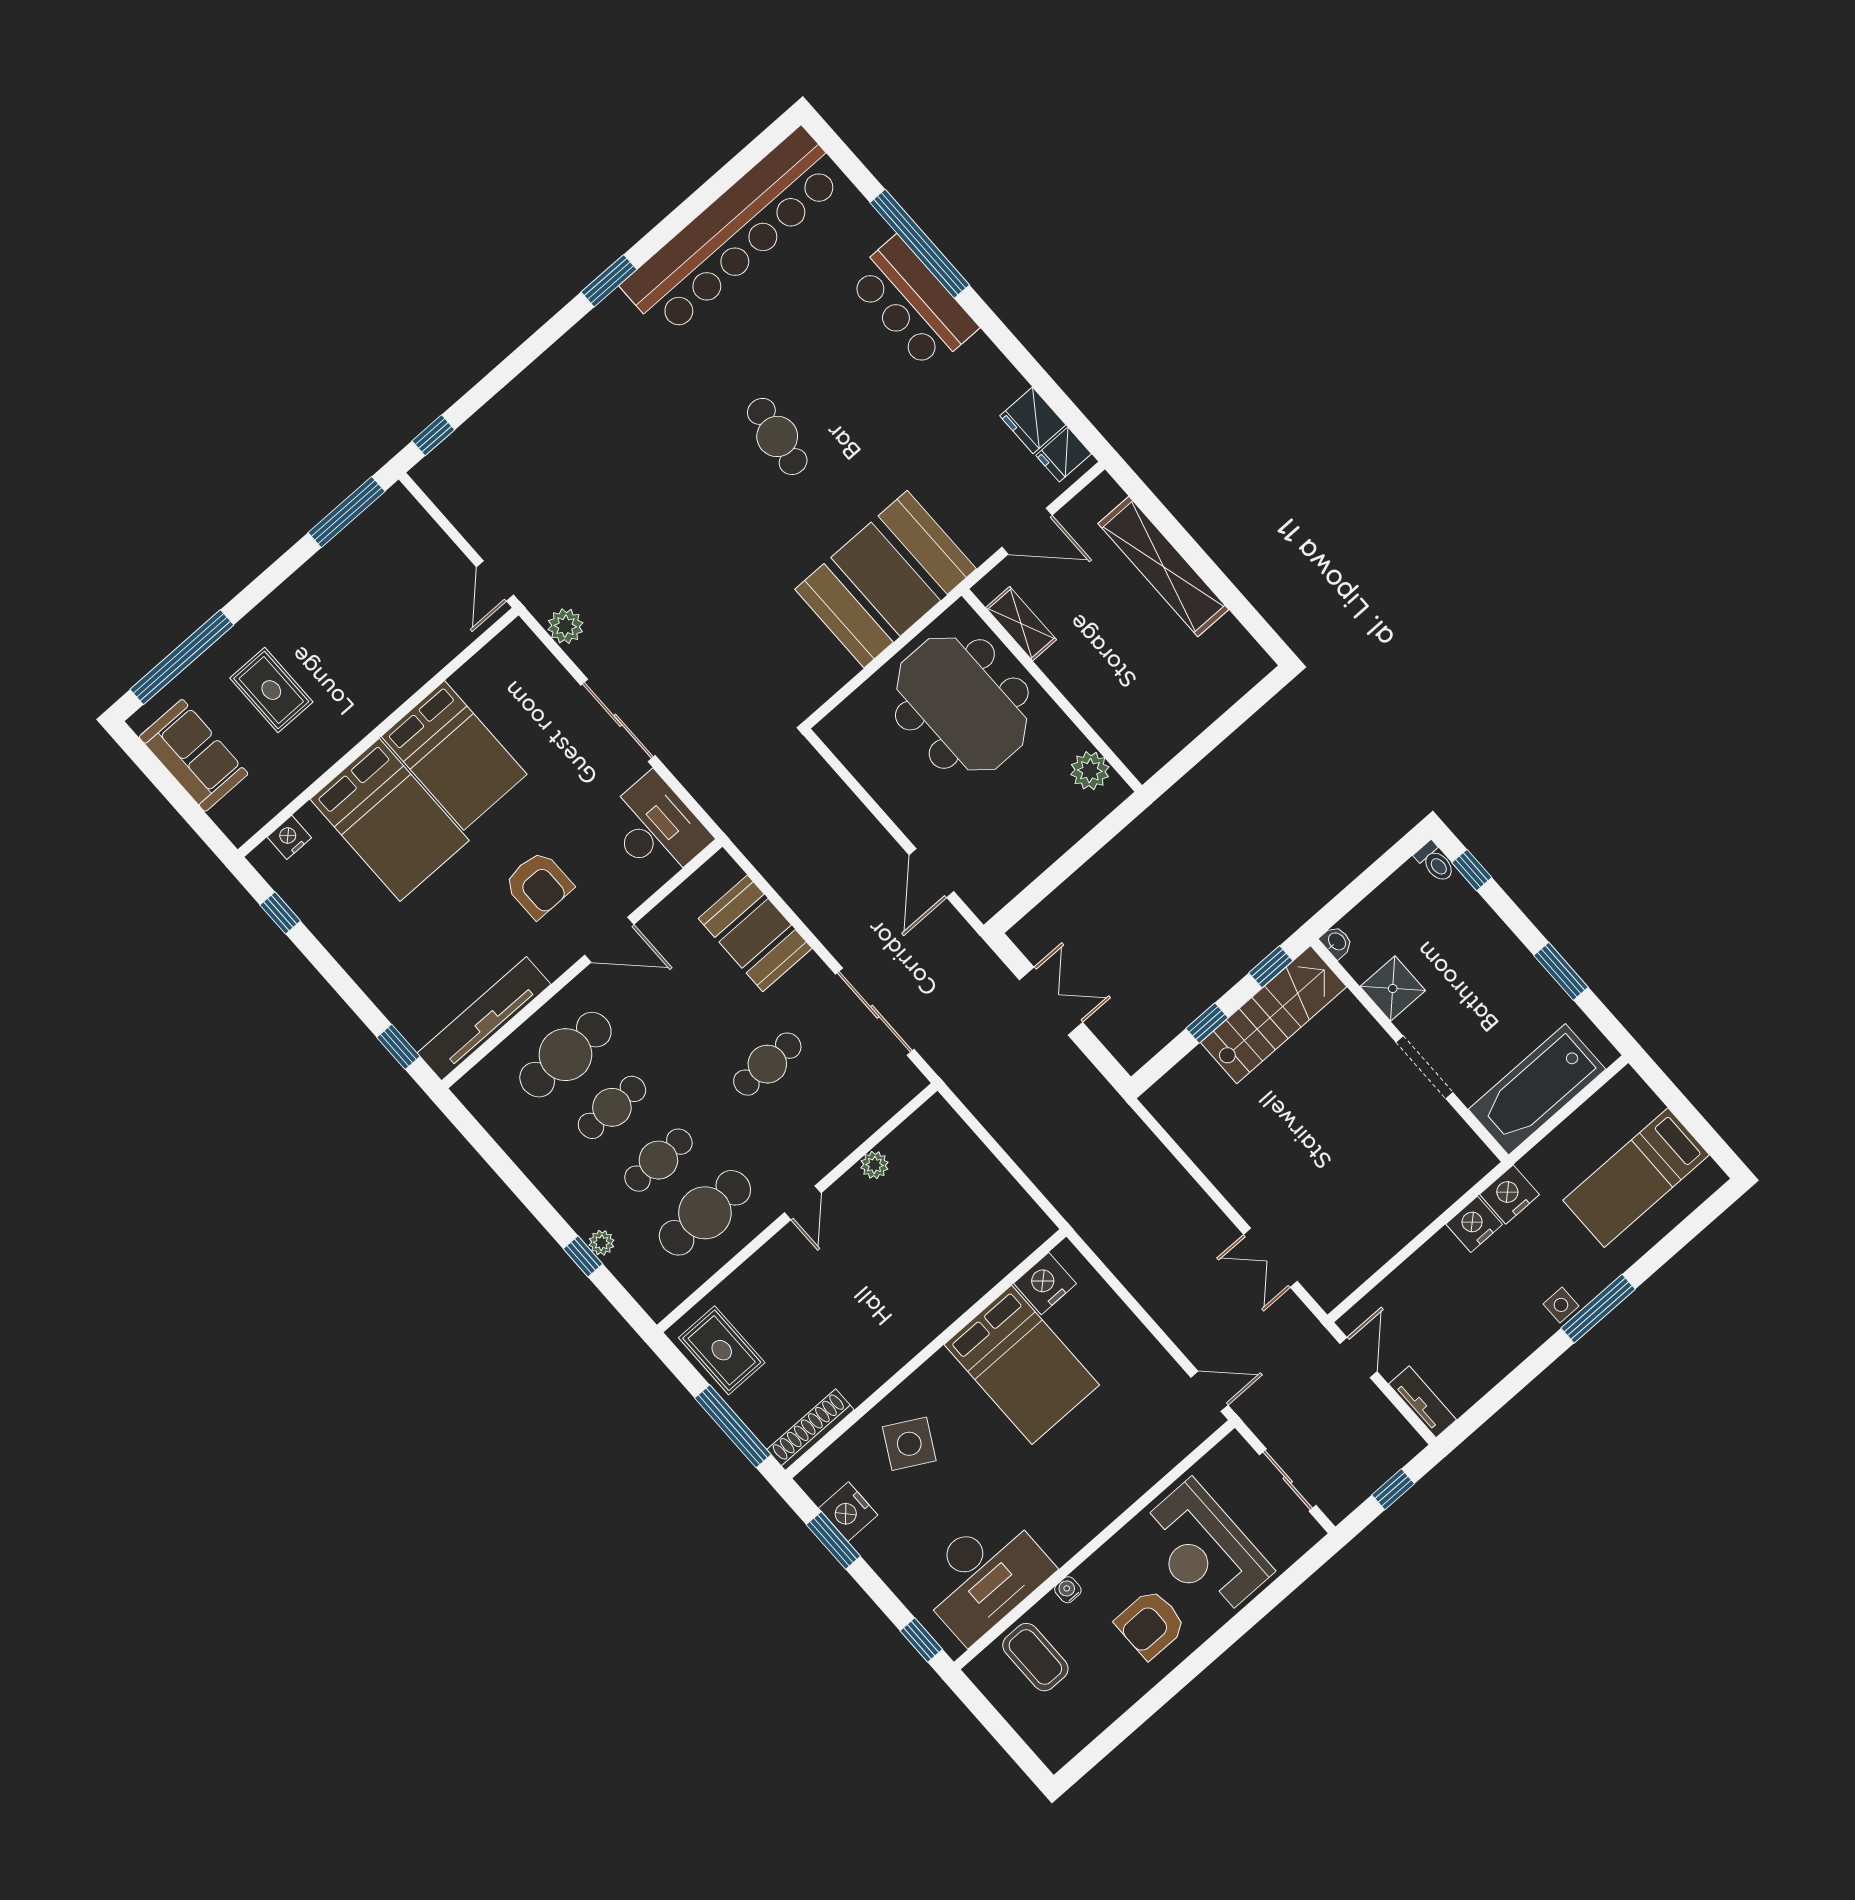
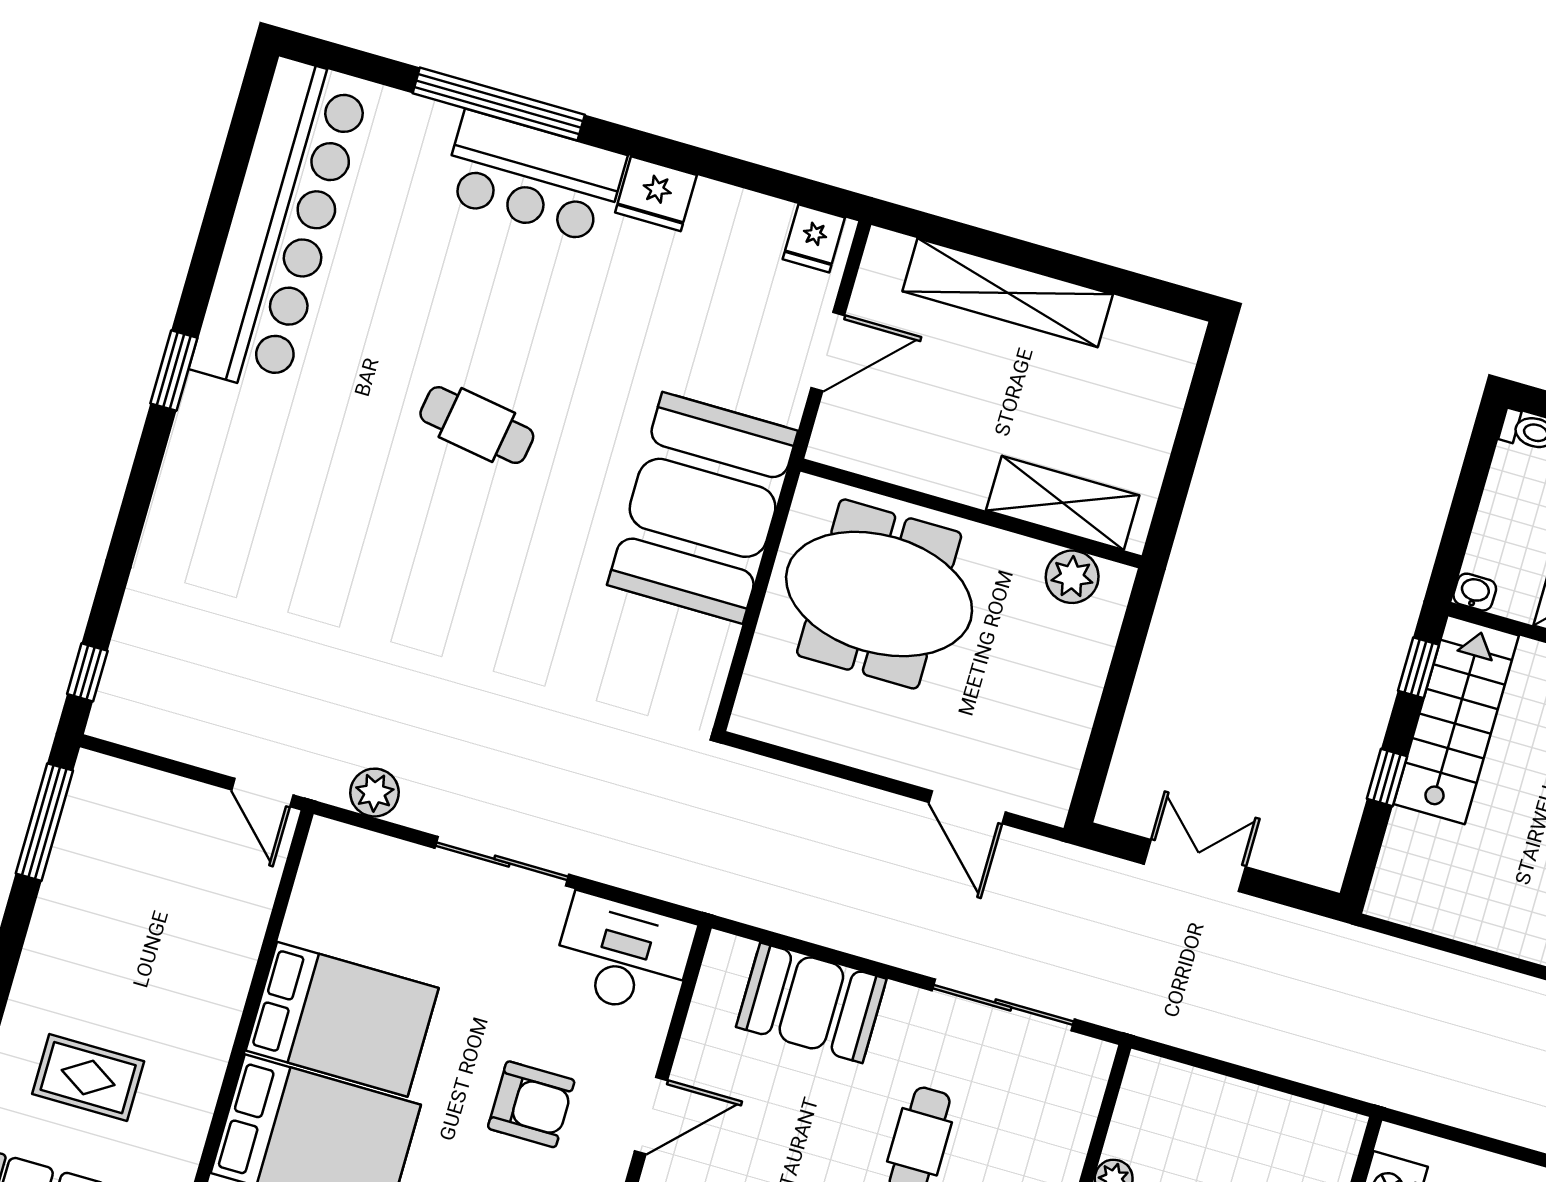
fridge: (1033, 420) -> (656, 194), moved
shelving: (1021, 624) -> (1063, 503), moved, width x1.50, depth x1.33

